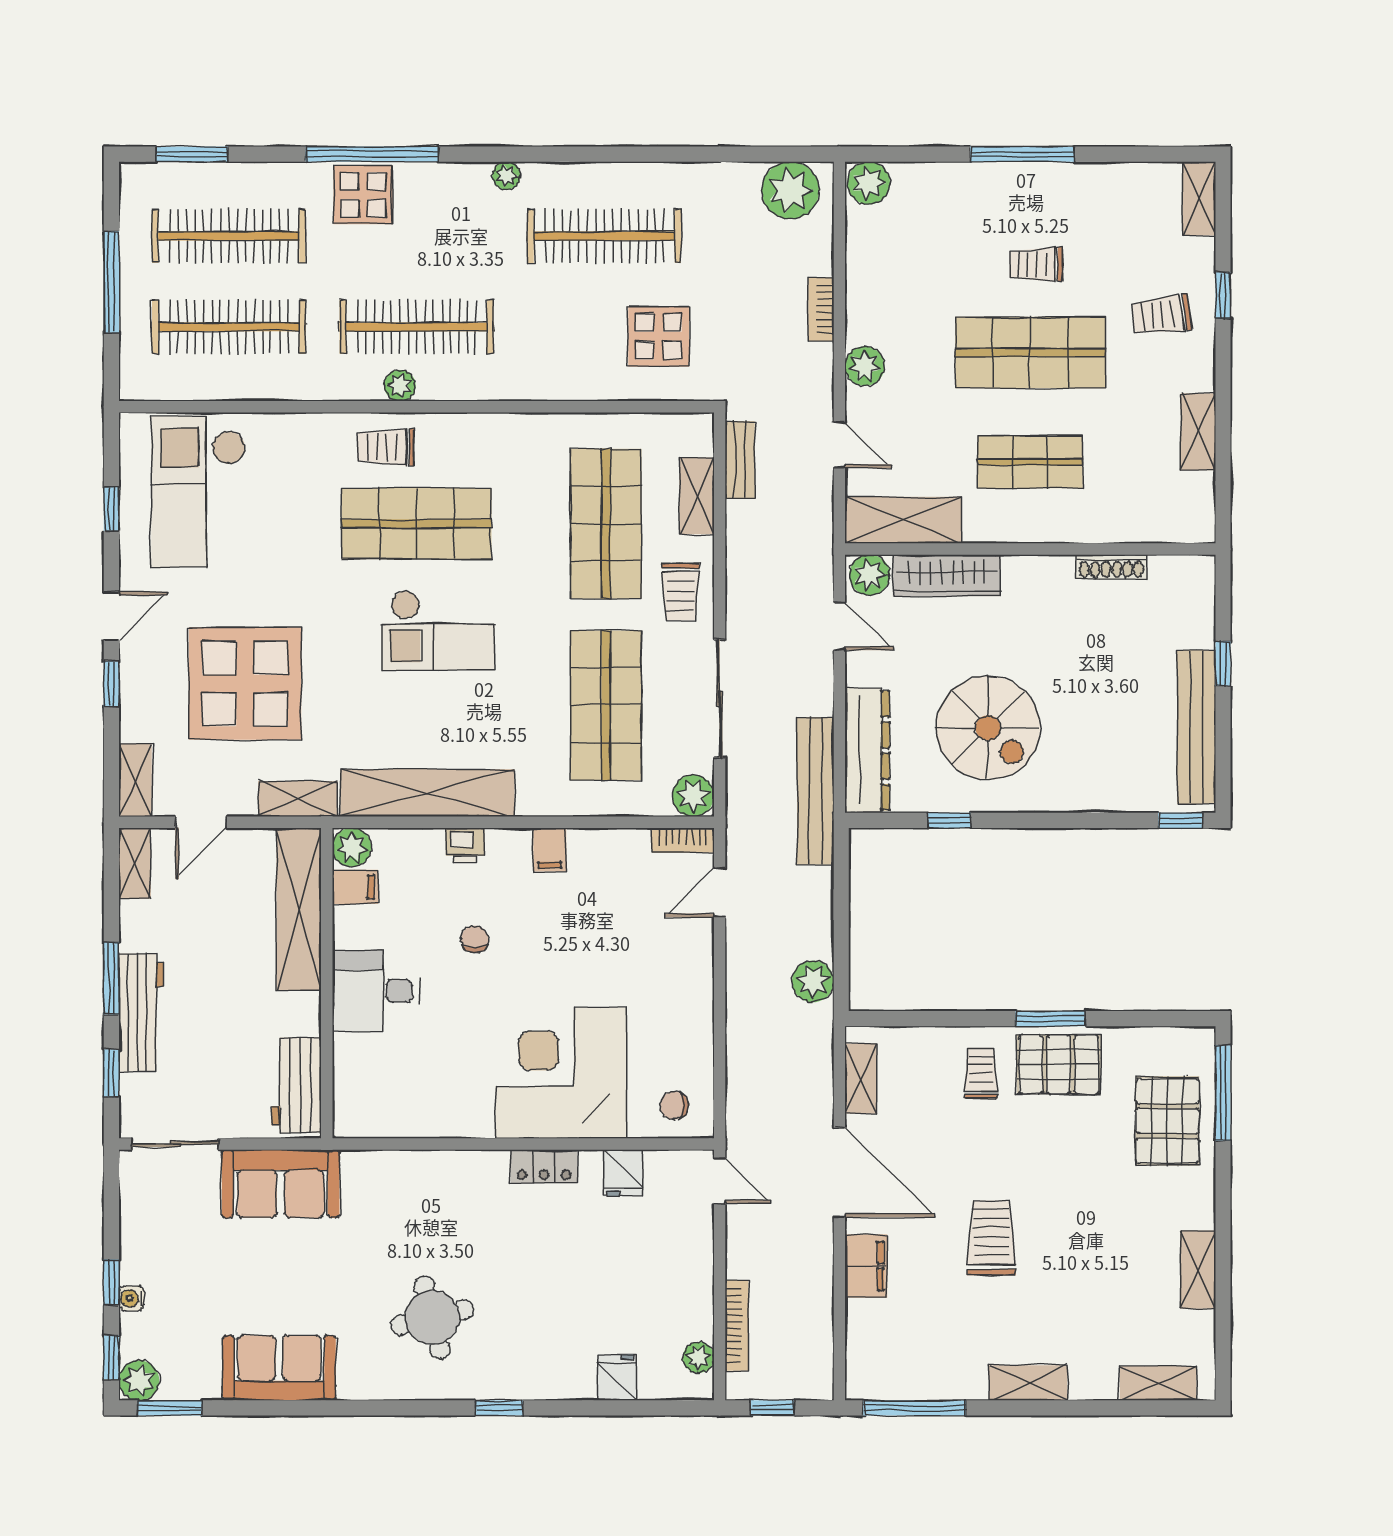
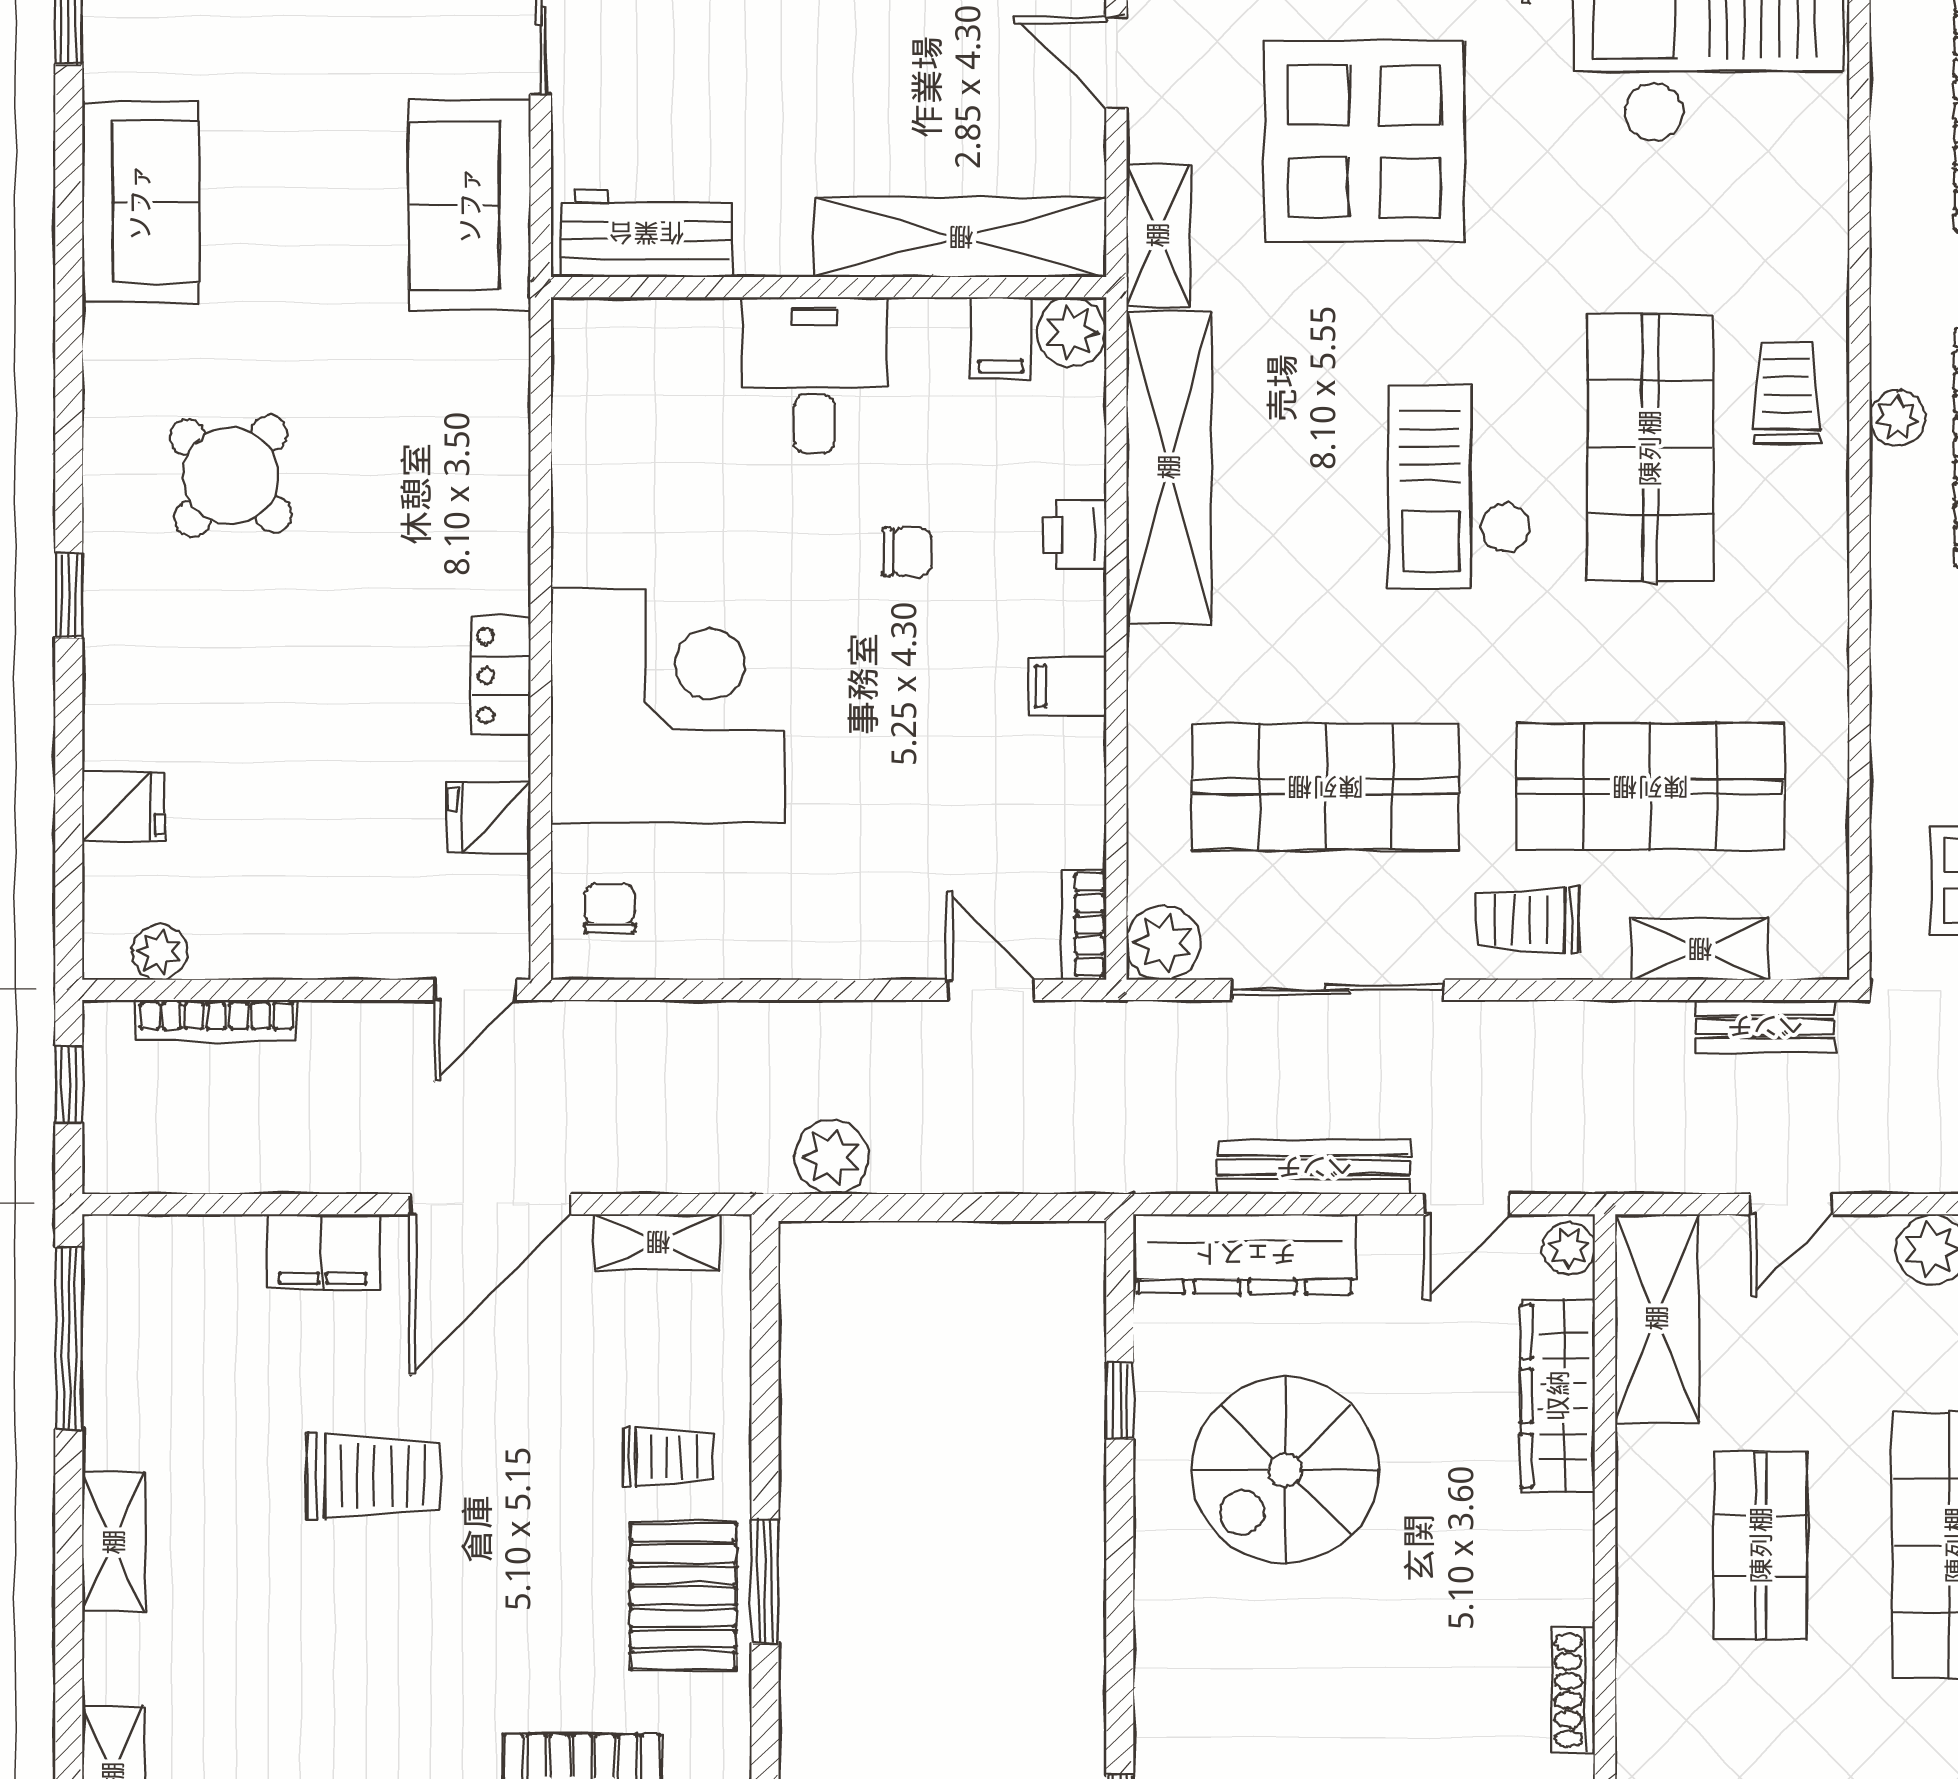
plant: (870, 575) -> (1569, 1248), width x0.73, depth x0.73
bench: (815, 791) -> (1314, 1167), moved, width x0.73, depth x0.82
round table: (432, 1317) -> (231, 476), turned -34

